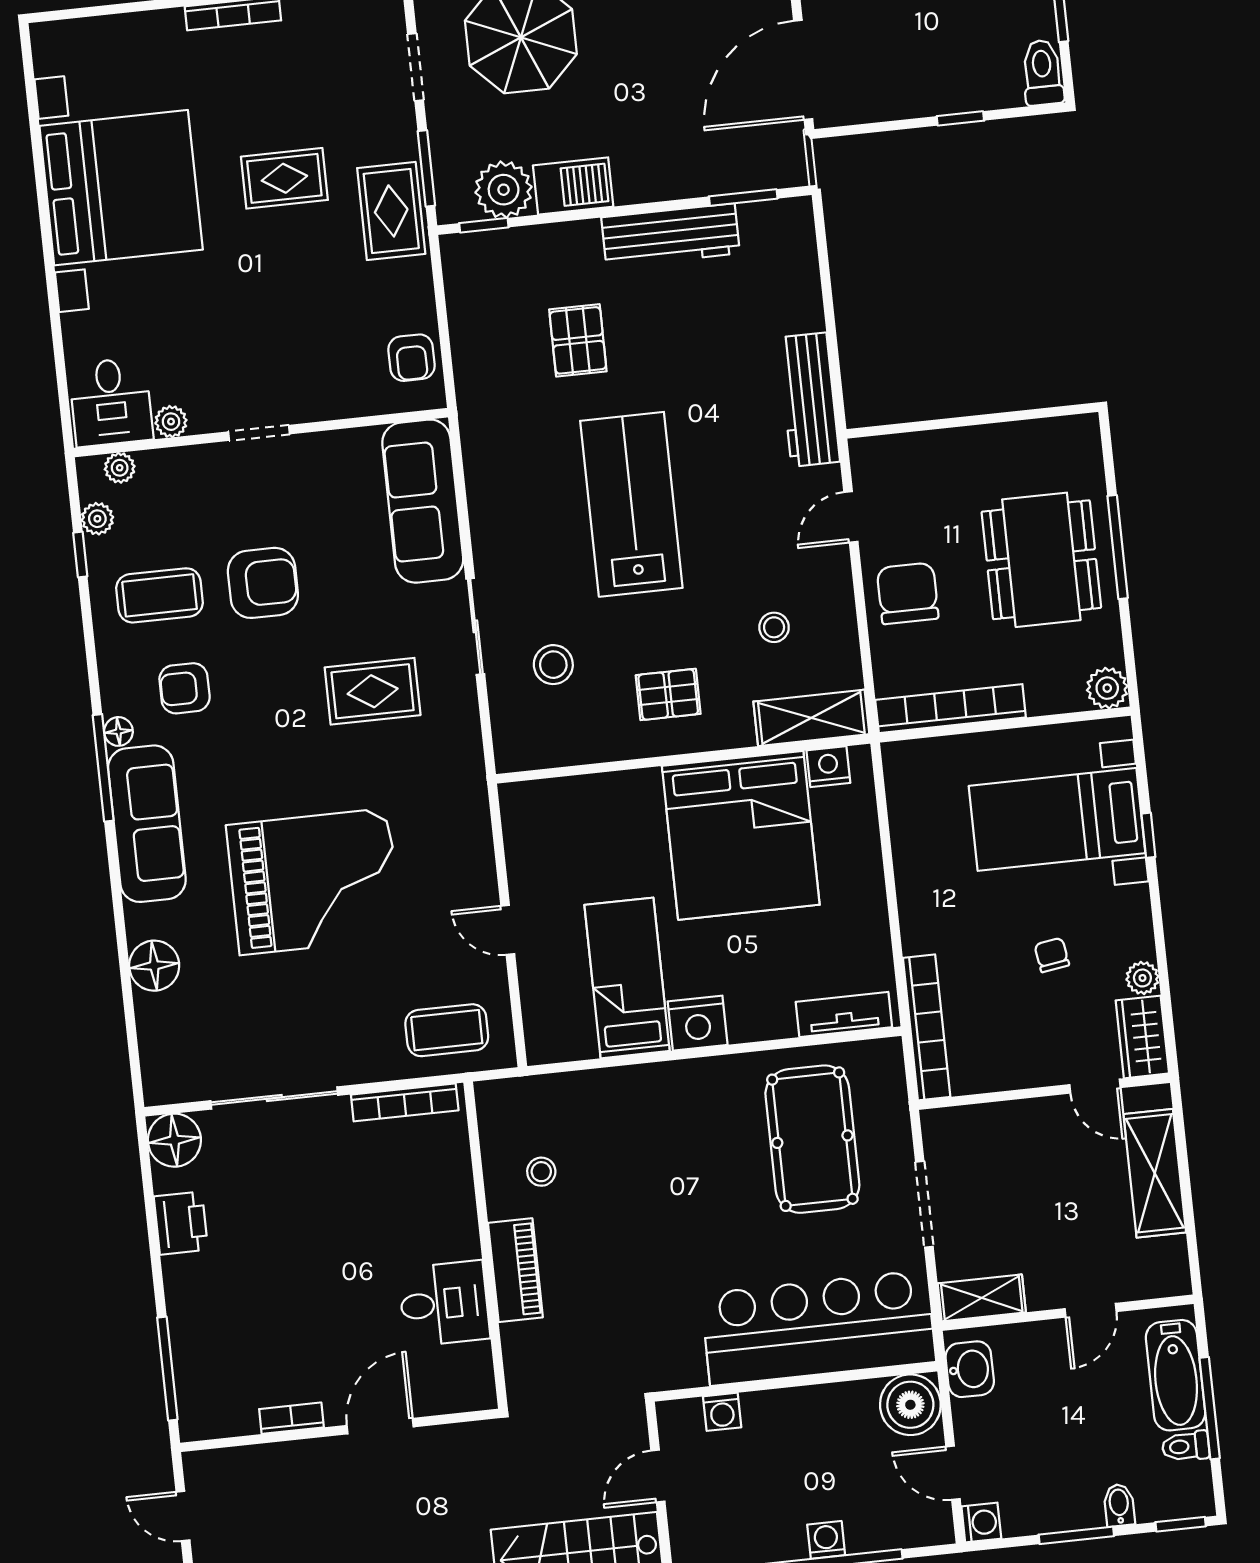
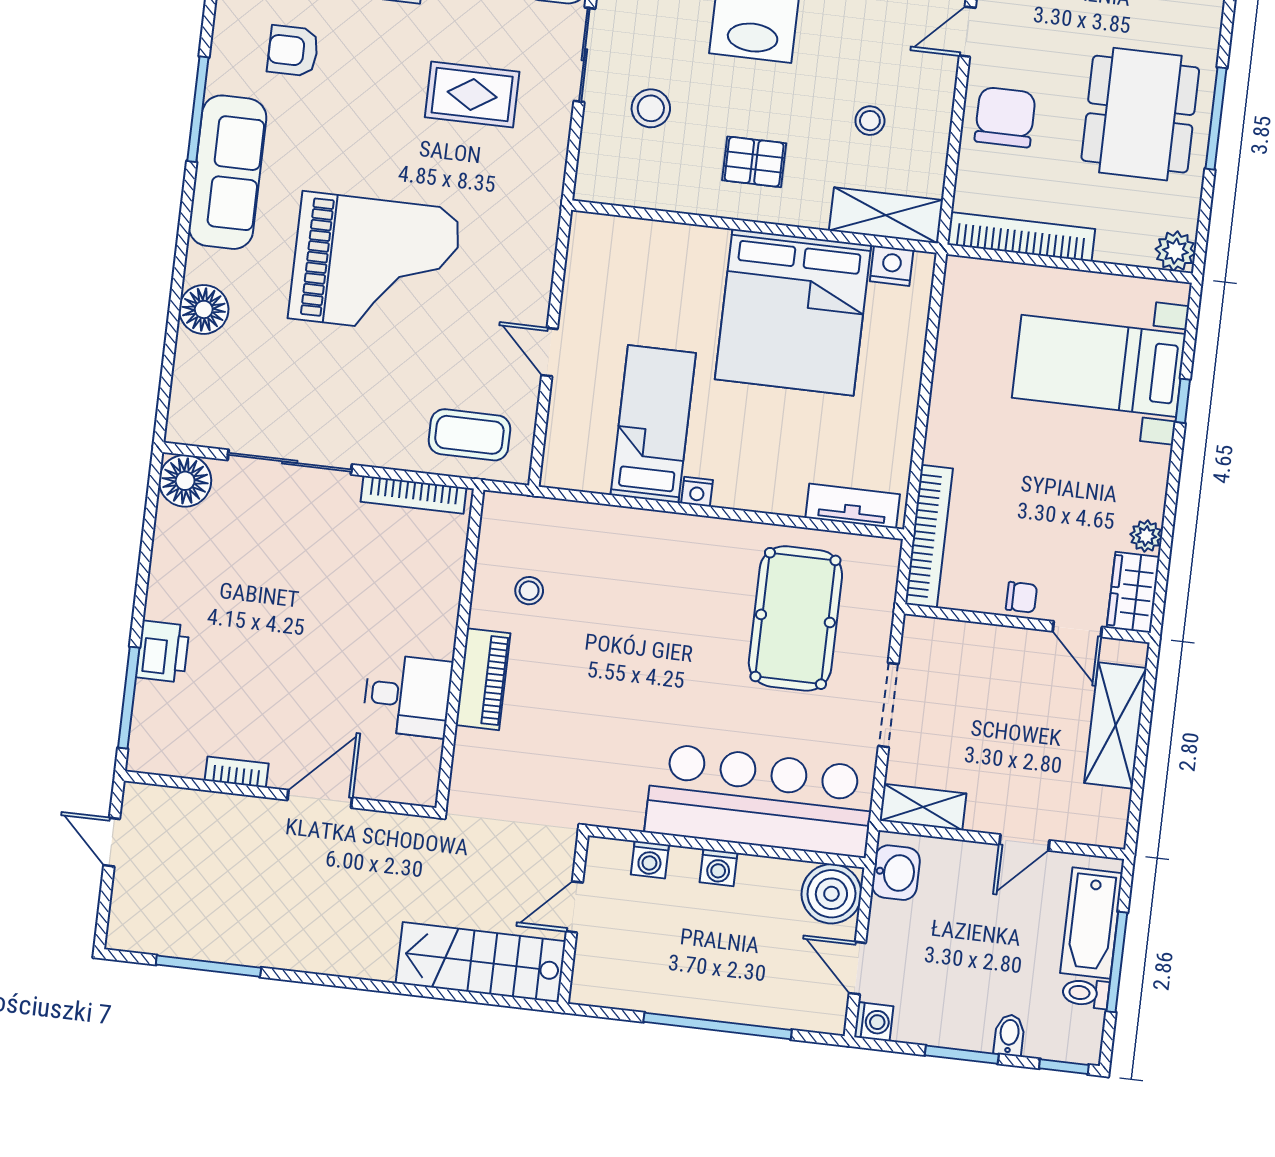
floor lamp: (118, 731) -> (220, 78), removed
chair: (1052, 955) -> (1021, 597), moved, turned 99
nightstand: (698, 1023) -> (697, 492), width x0.53, depth x0.56
printer: (181, 1223) -> (163, 652), moved
washing machine: (826, 1540) -> (719, 867), moved, turned 180

